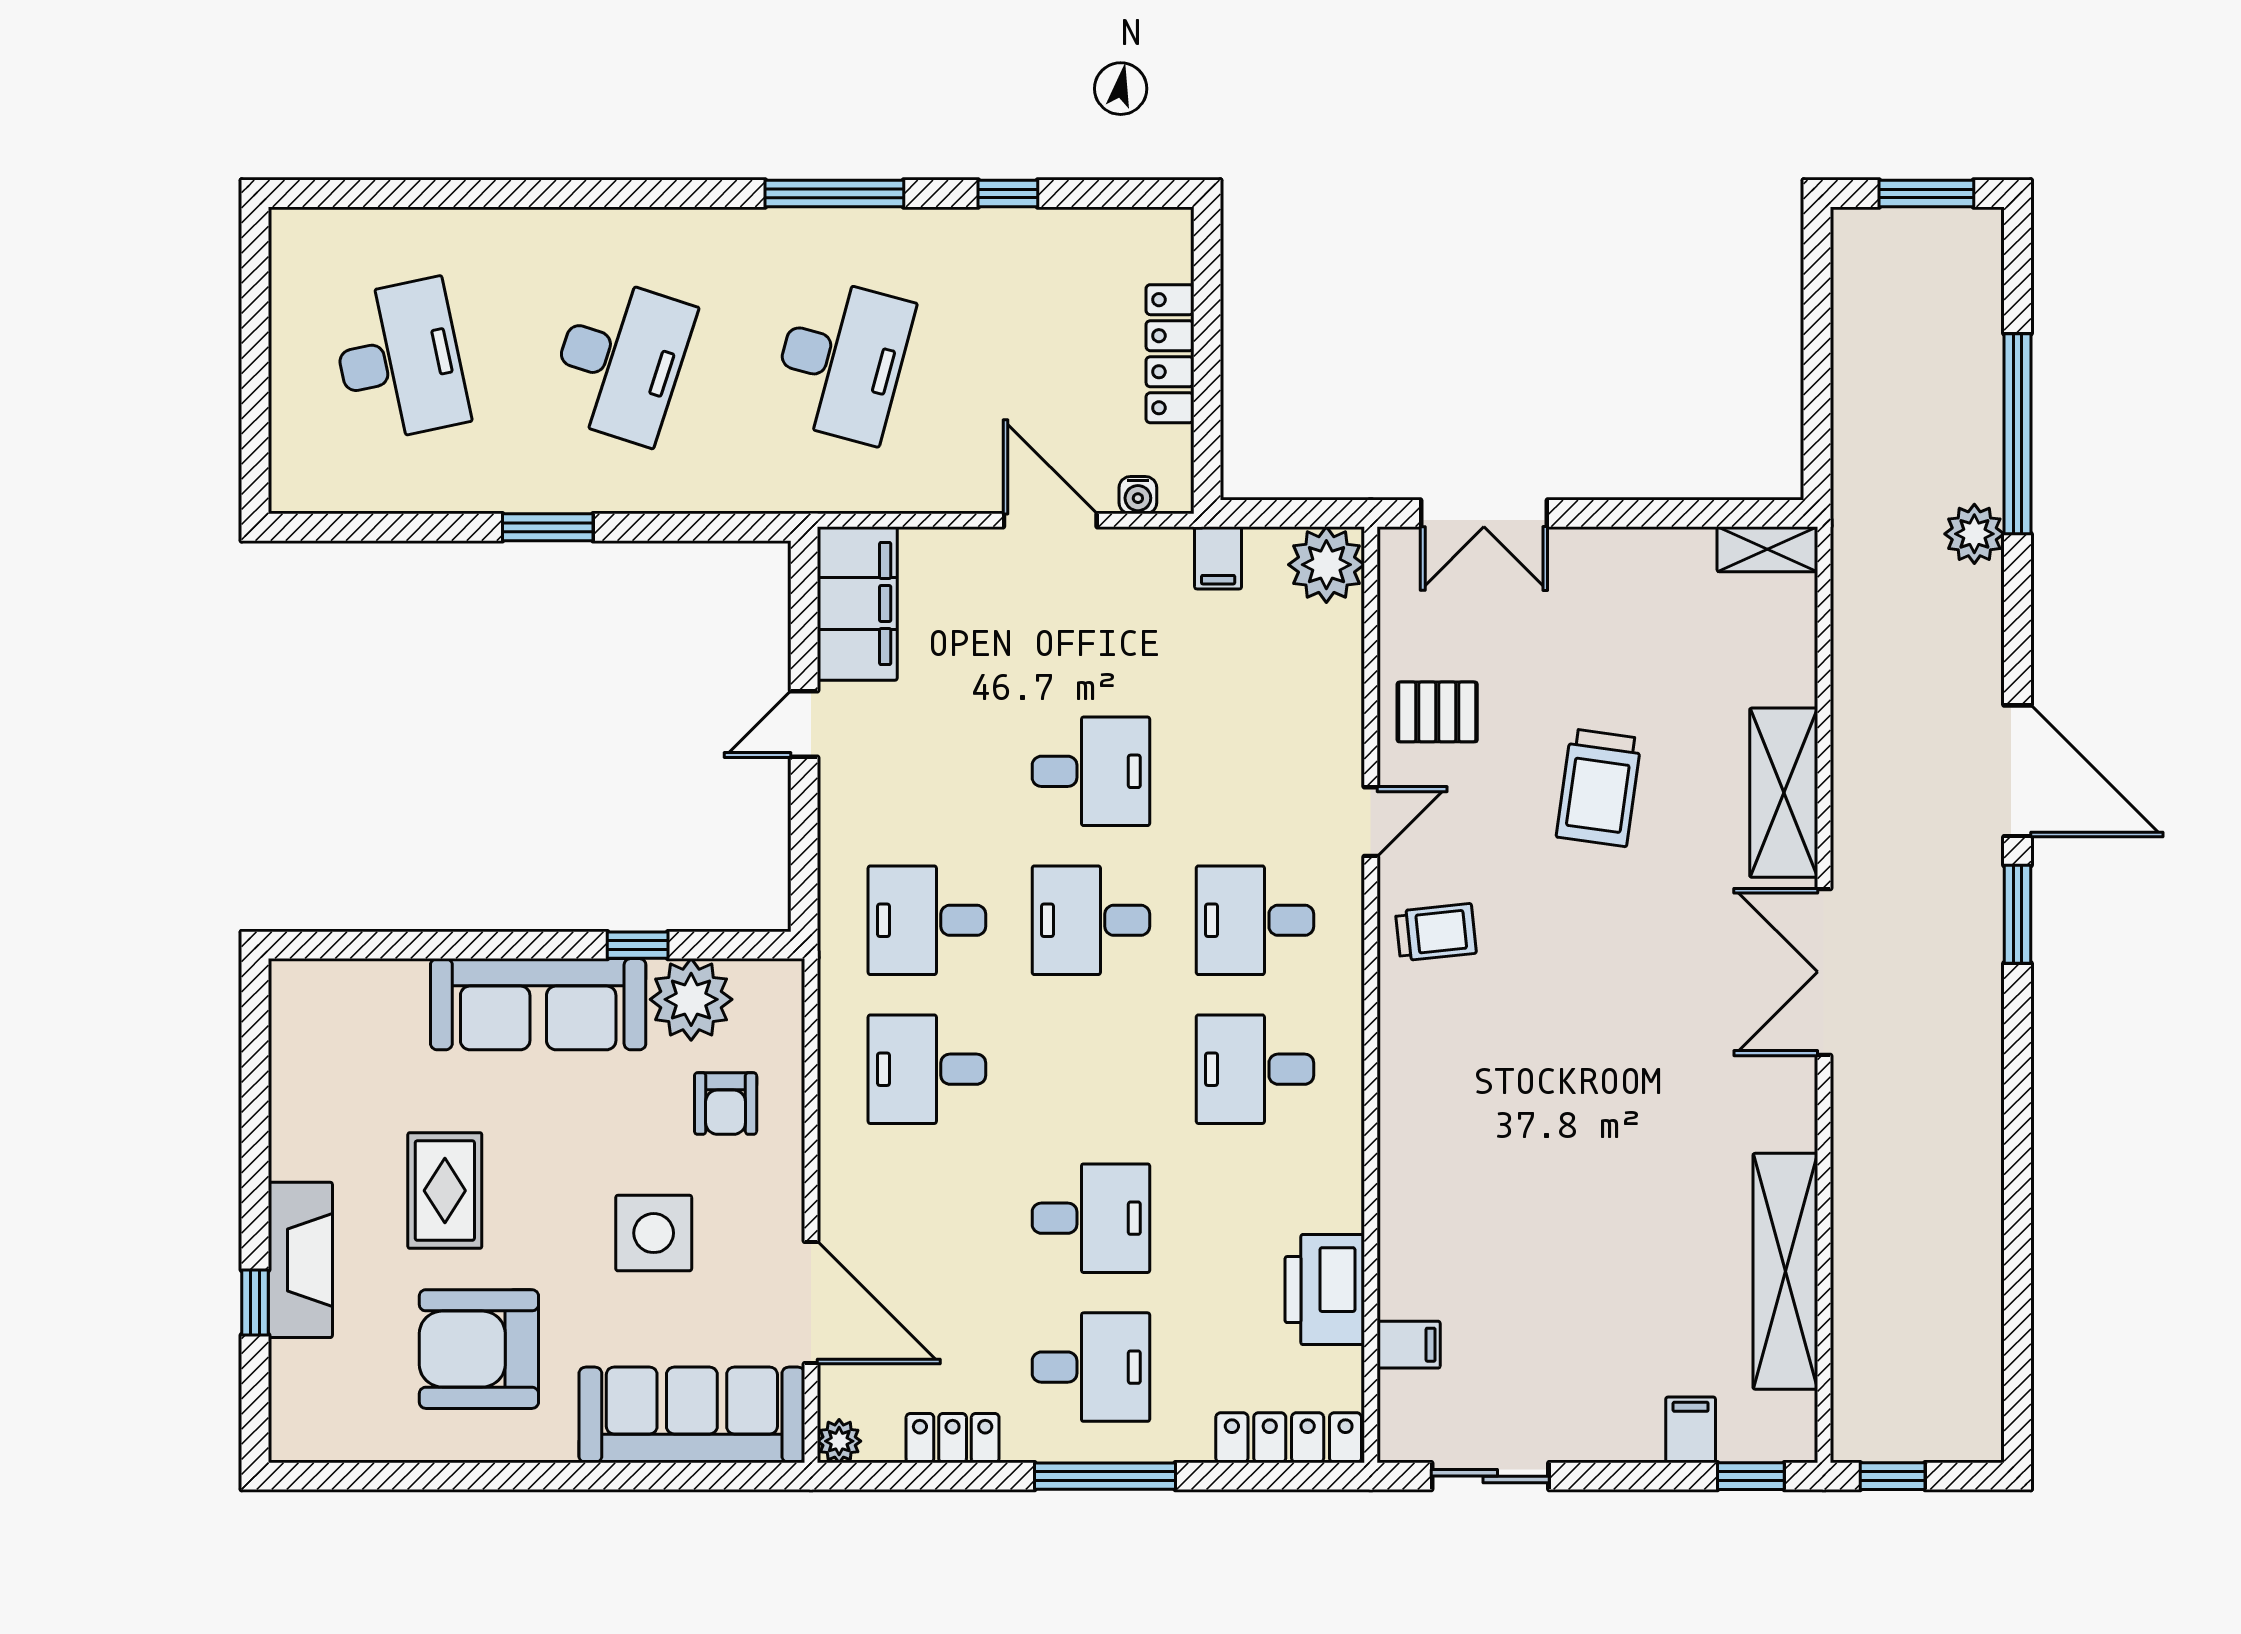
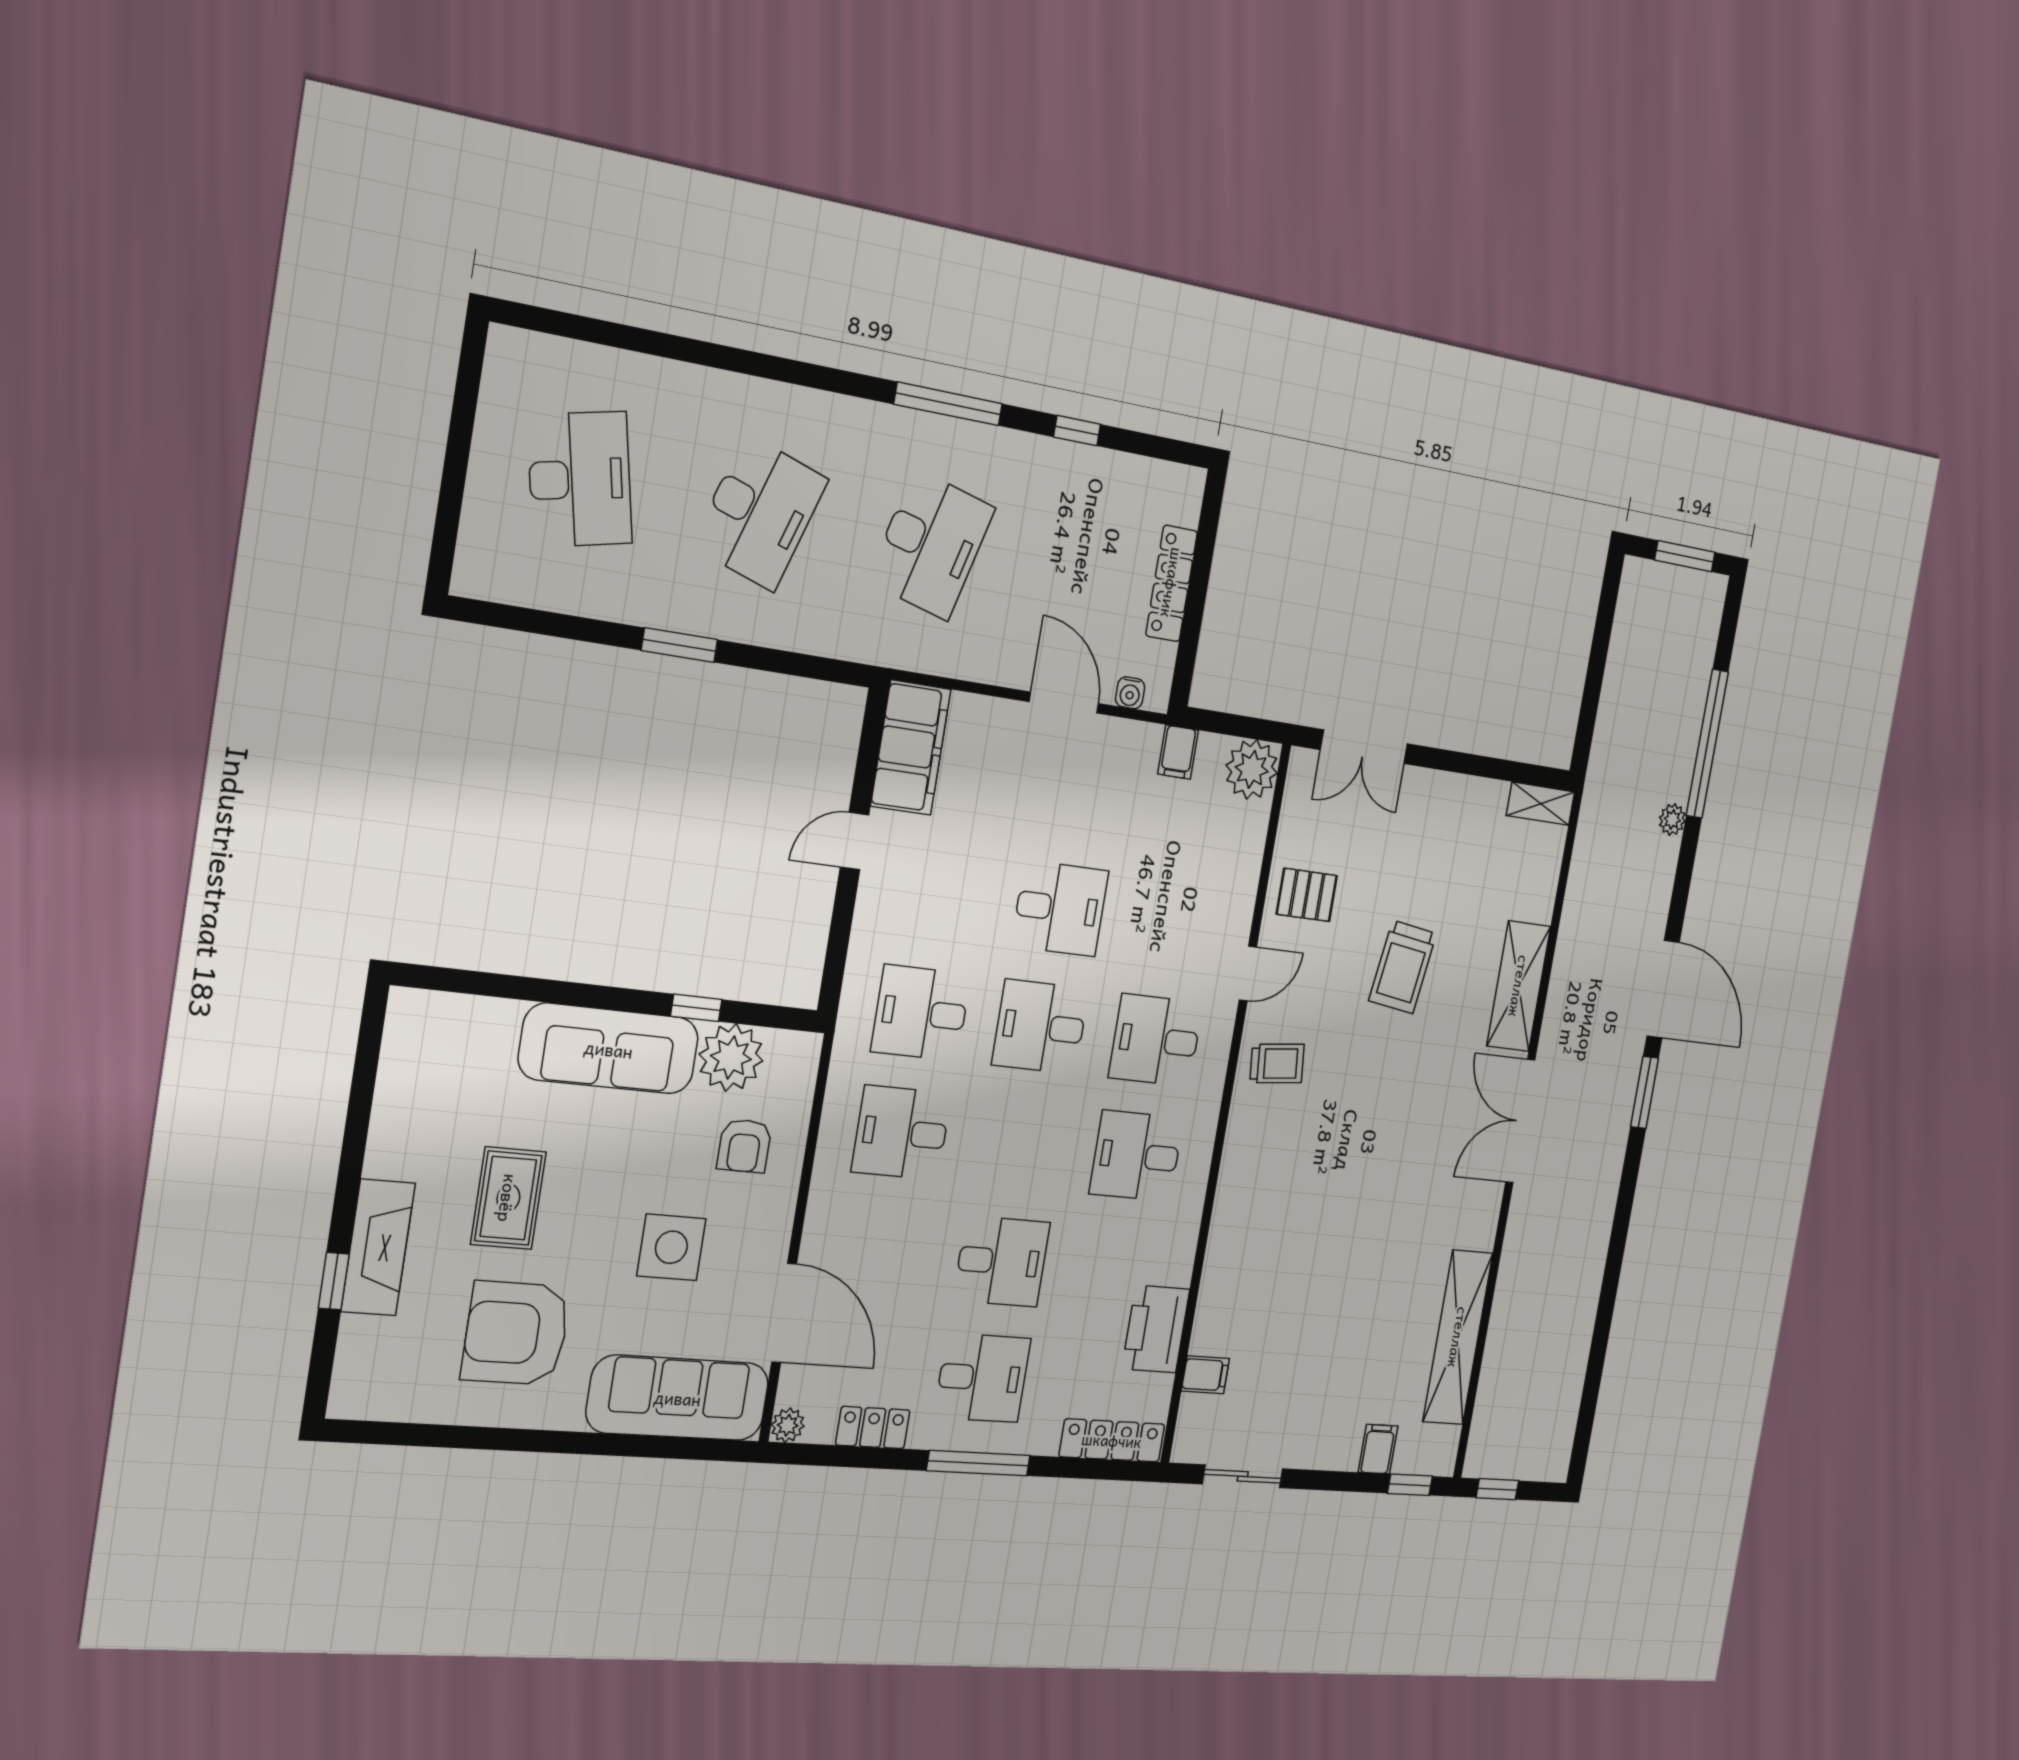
plant: (1974, 534) -> (1672, 819), width x0.73, depth x0.73

